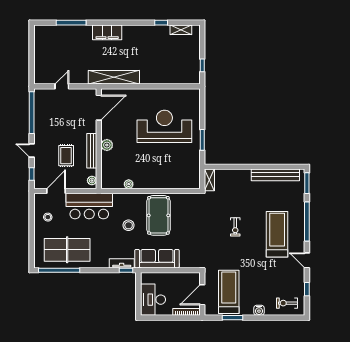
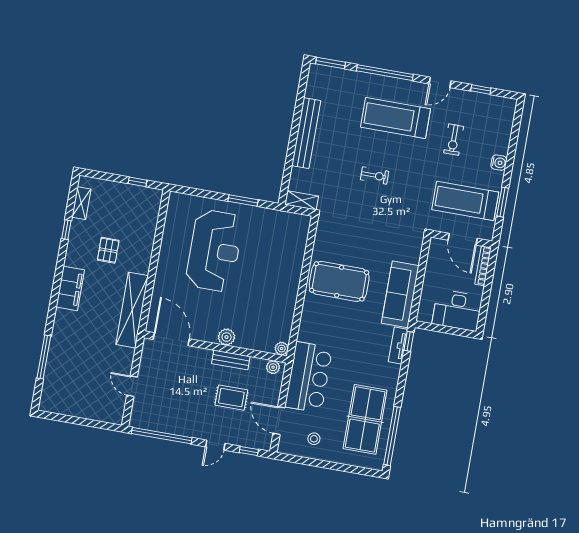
filing cabinet: (107, 32) -> (70, 288), moved
pallet: (152, 54) -> (108, 250), added
reception desk: (164, 126) -> (214, 251), turned 180
bench: (92, 151) -> (231, 360), width x0.73
bench: (275, 175) -> (306, 133), moved
plant: (129, 184) -> (282, 349), moved
stool: (129, 225) -> (346, 326), removed
exercise bike: (287, 303) -> (454, 140), moved

